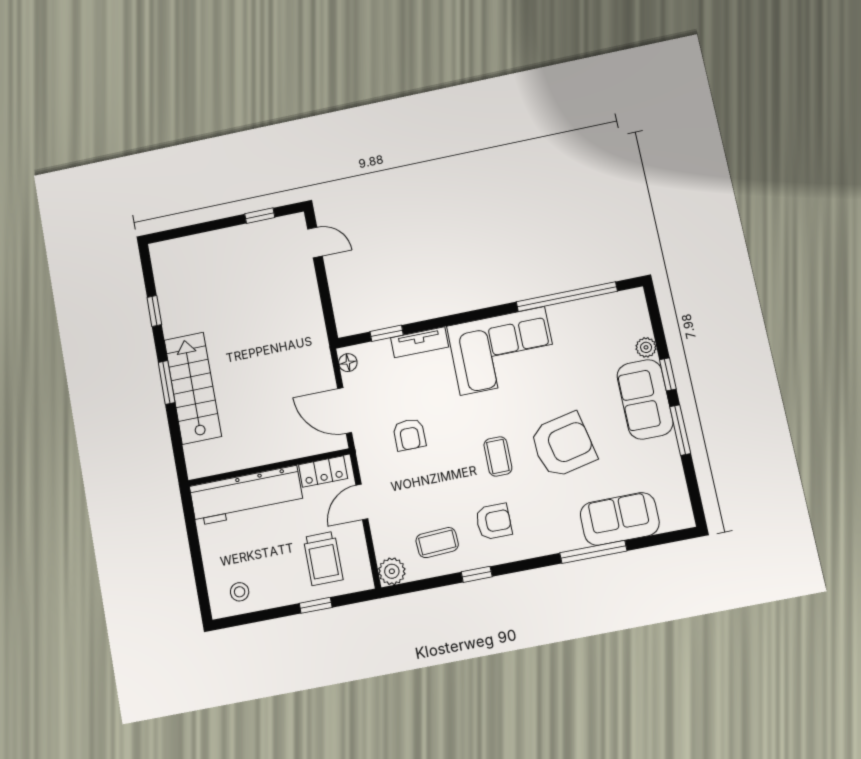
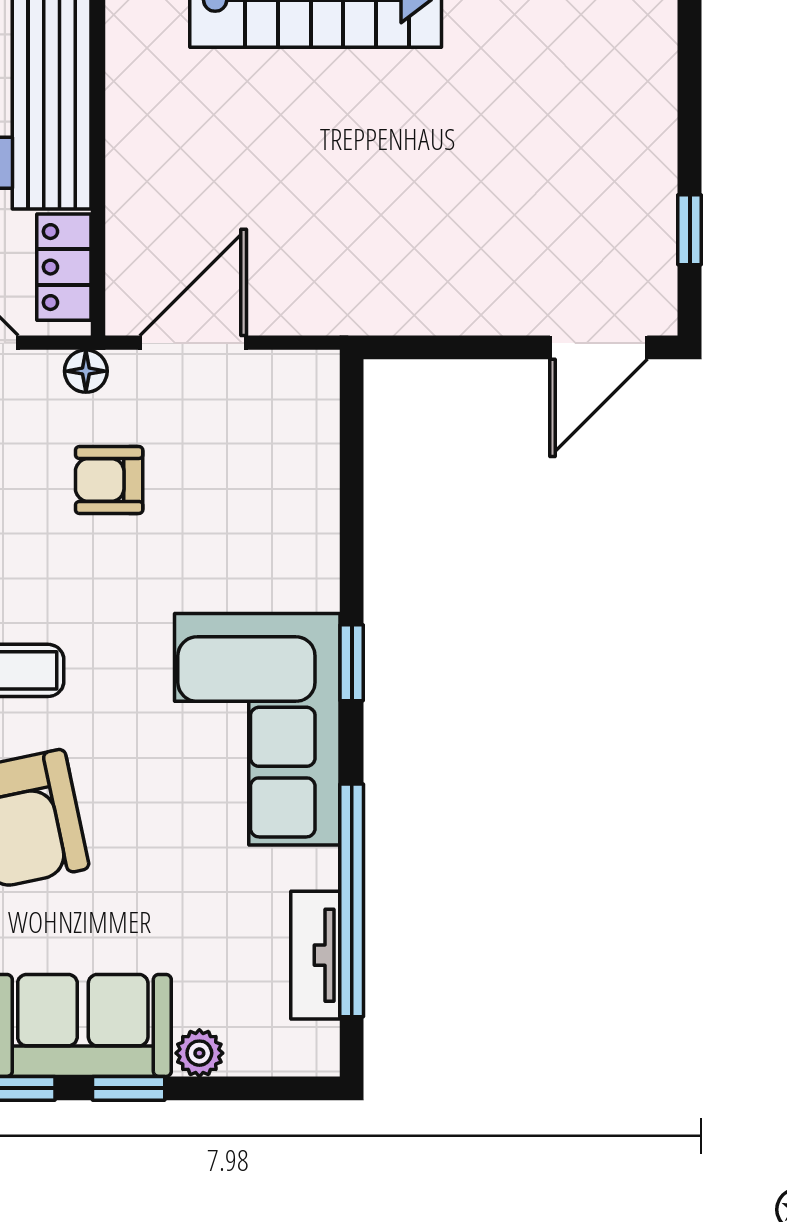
door: (315, 242) -> (599, 347), width x1.37
window: (387, 333) -> (352, 663), moved
tv unit: (420, 342) -> (315, 955), moved
floor lamp: (348, 363) -> (86, 371), moved

